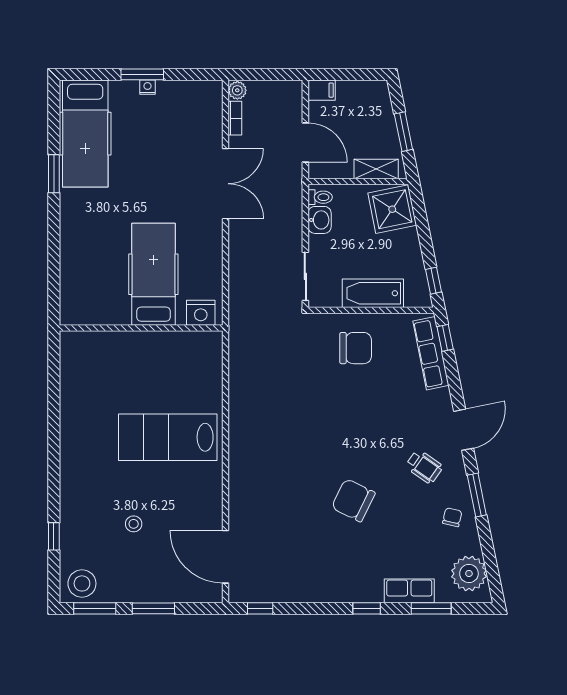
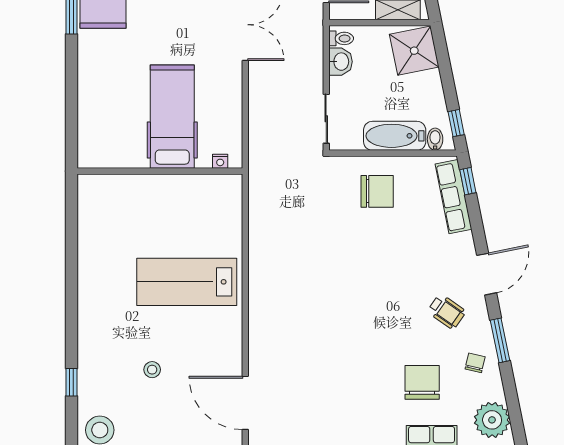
bidet: (413, 297) -> (435, 139), added
nightstand: (201, 313) -> (220, 161), width x0.53, depth x0.56
chair: (353, 500) -> (422, 382), moved, turned 64

